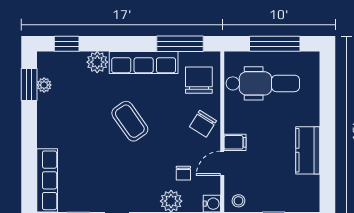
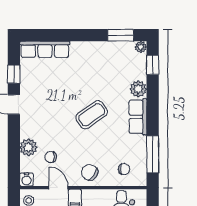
row of seats: (144, 63) -> (138, 117), width x0.68
chair: (199, 80) -> (124, 169), width x0.54, depth x0.54
plant: (44, 85) -> (141, 47), moved

